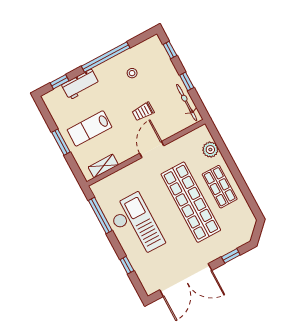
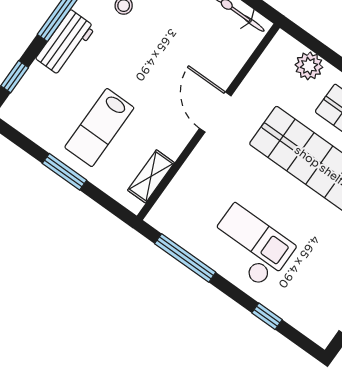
workbench: (81, 84) -> (66, 43), moved
trolley: (143, 112) -> (171, 58), removed
checkout: (136, 226) -> (250, 246), width x0.73, depth x0.83

